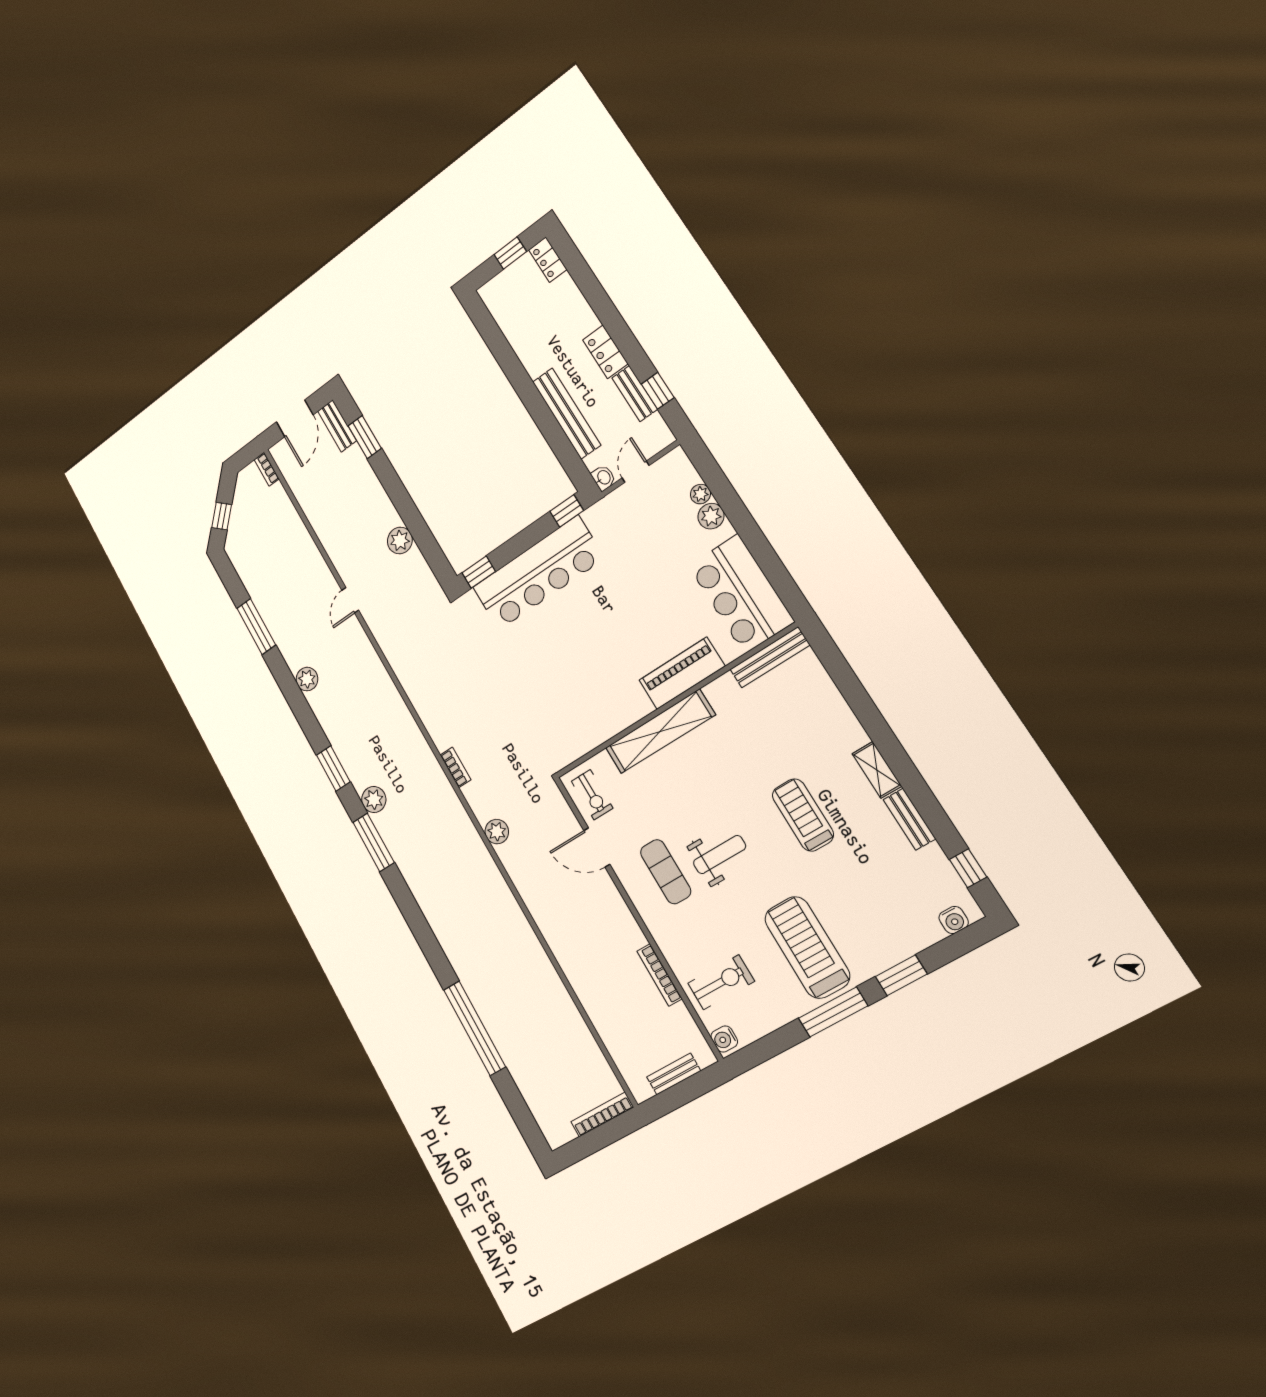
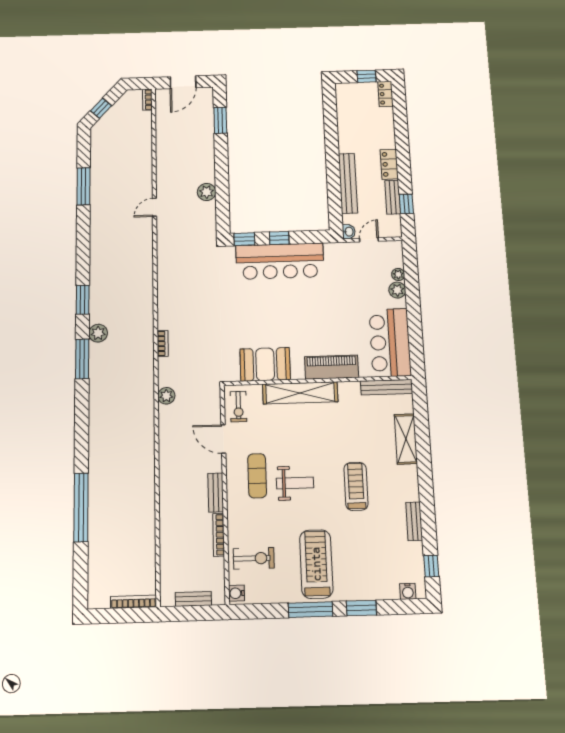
bench: (337, 426) -> (216, 493), moved
window: (567, 511) -> (279, 238), moved
plant: (307, 679) -> (98, 237), removed
booth: (595, 720) -> (265, 364), added
shelving: (877, 770) -> (406, 439), moved, width x1.50, depth x1.33

